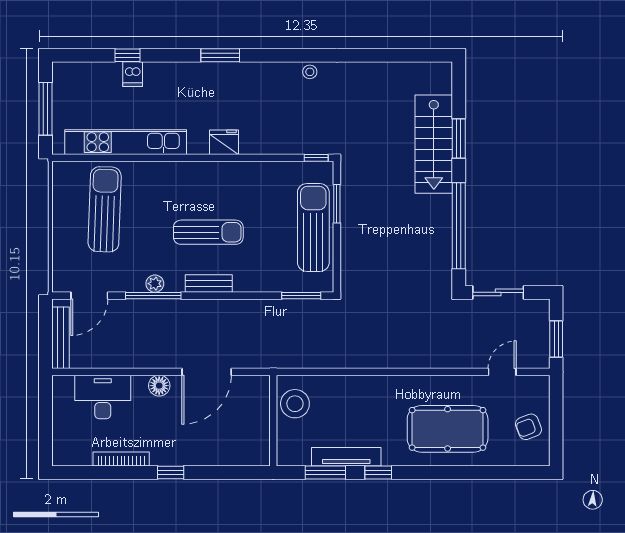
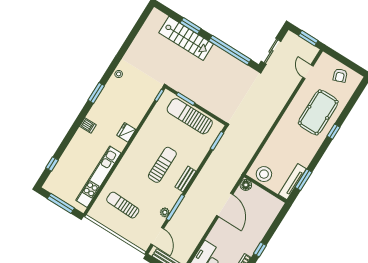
window: (128, 55) -> (52, 164), moved
window: (220, 55) -> (96, 93), moved
dishwasher: (133, 74) -> (88, 125), moved
sun lounger: (105, 209) -> (123, 205), width x0.73, depth x0.75
plant: (155, 284) -> (165, 212), moved
floor lamp: (159, 386) -> (246, 185), moved
tv unit: (346, 457) -> (292, 182), moved
window: (378, 472) -> (334, 132), moved

